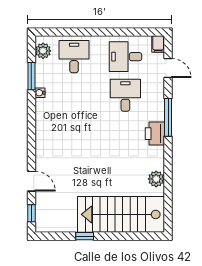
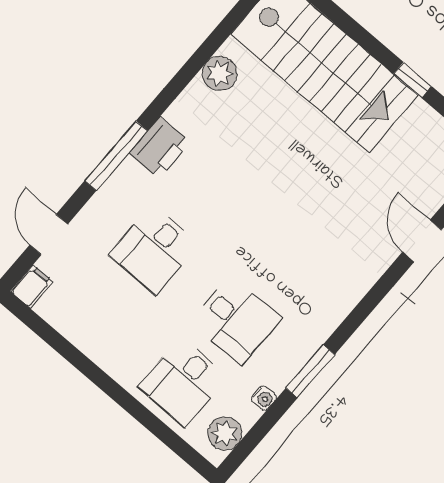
desk: (125, 57) -> (236, 320), moved
window: (31, 76) -> (310, 371), moved
water cooler: (40, 93) -> (264, 398), moved

